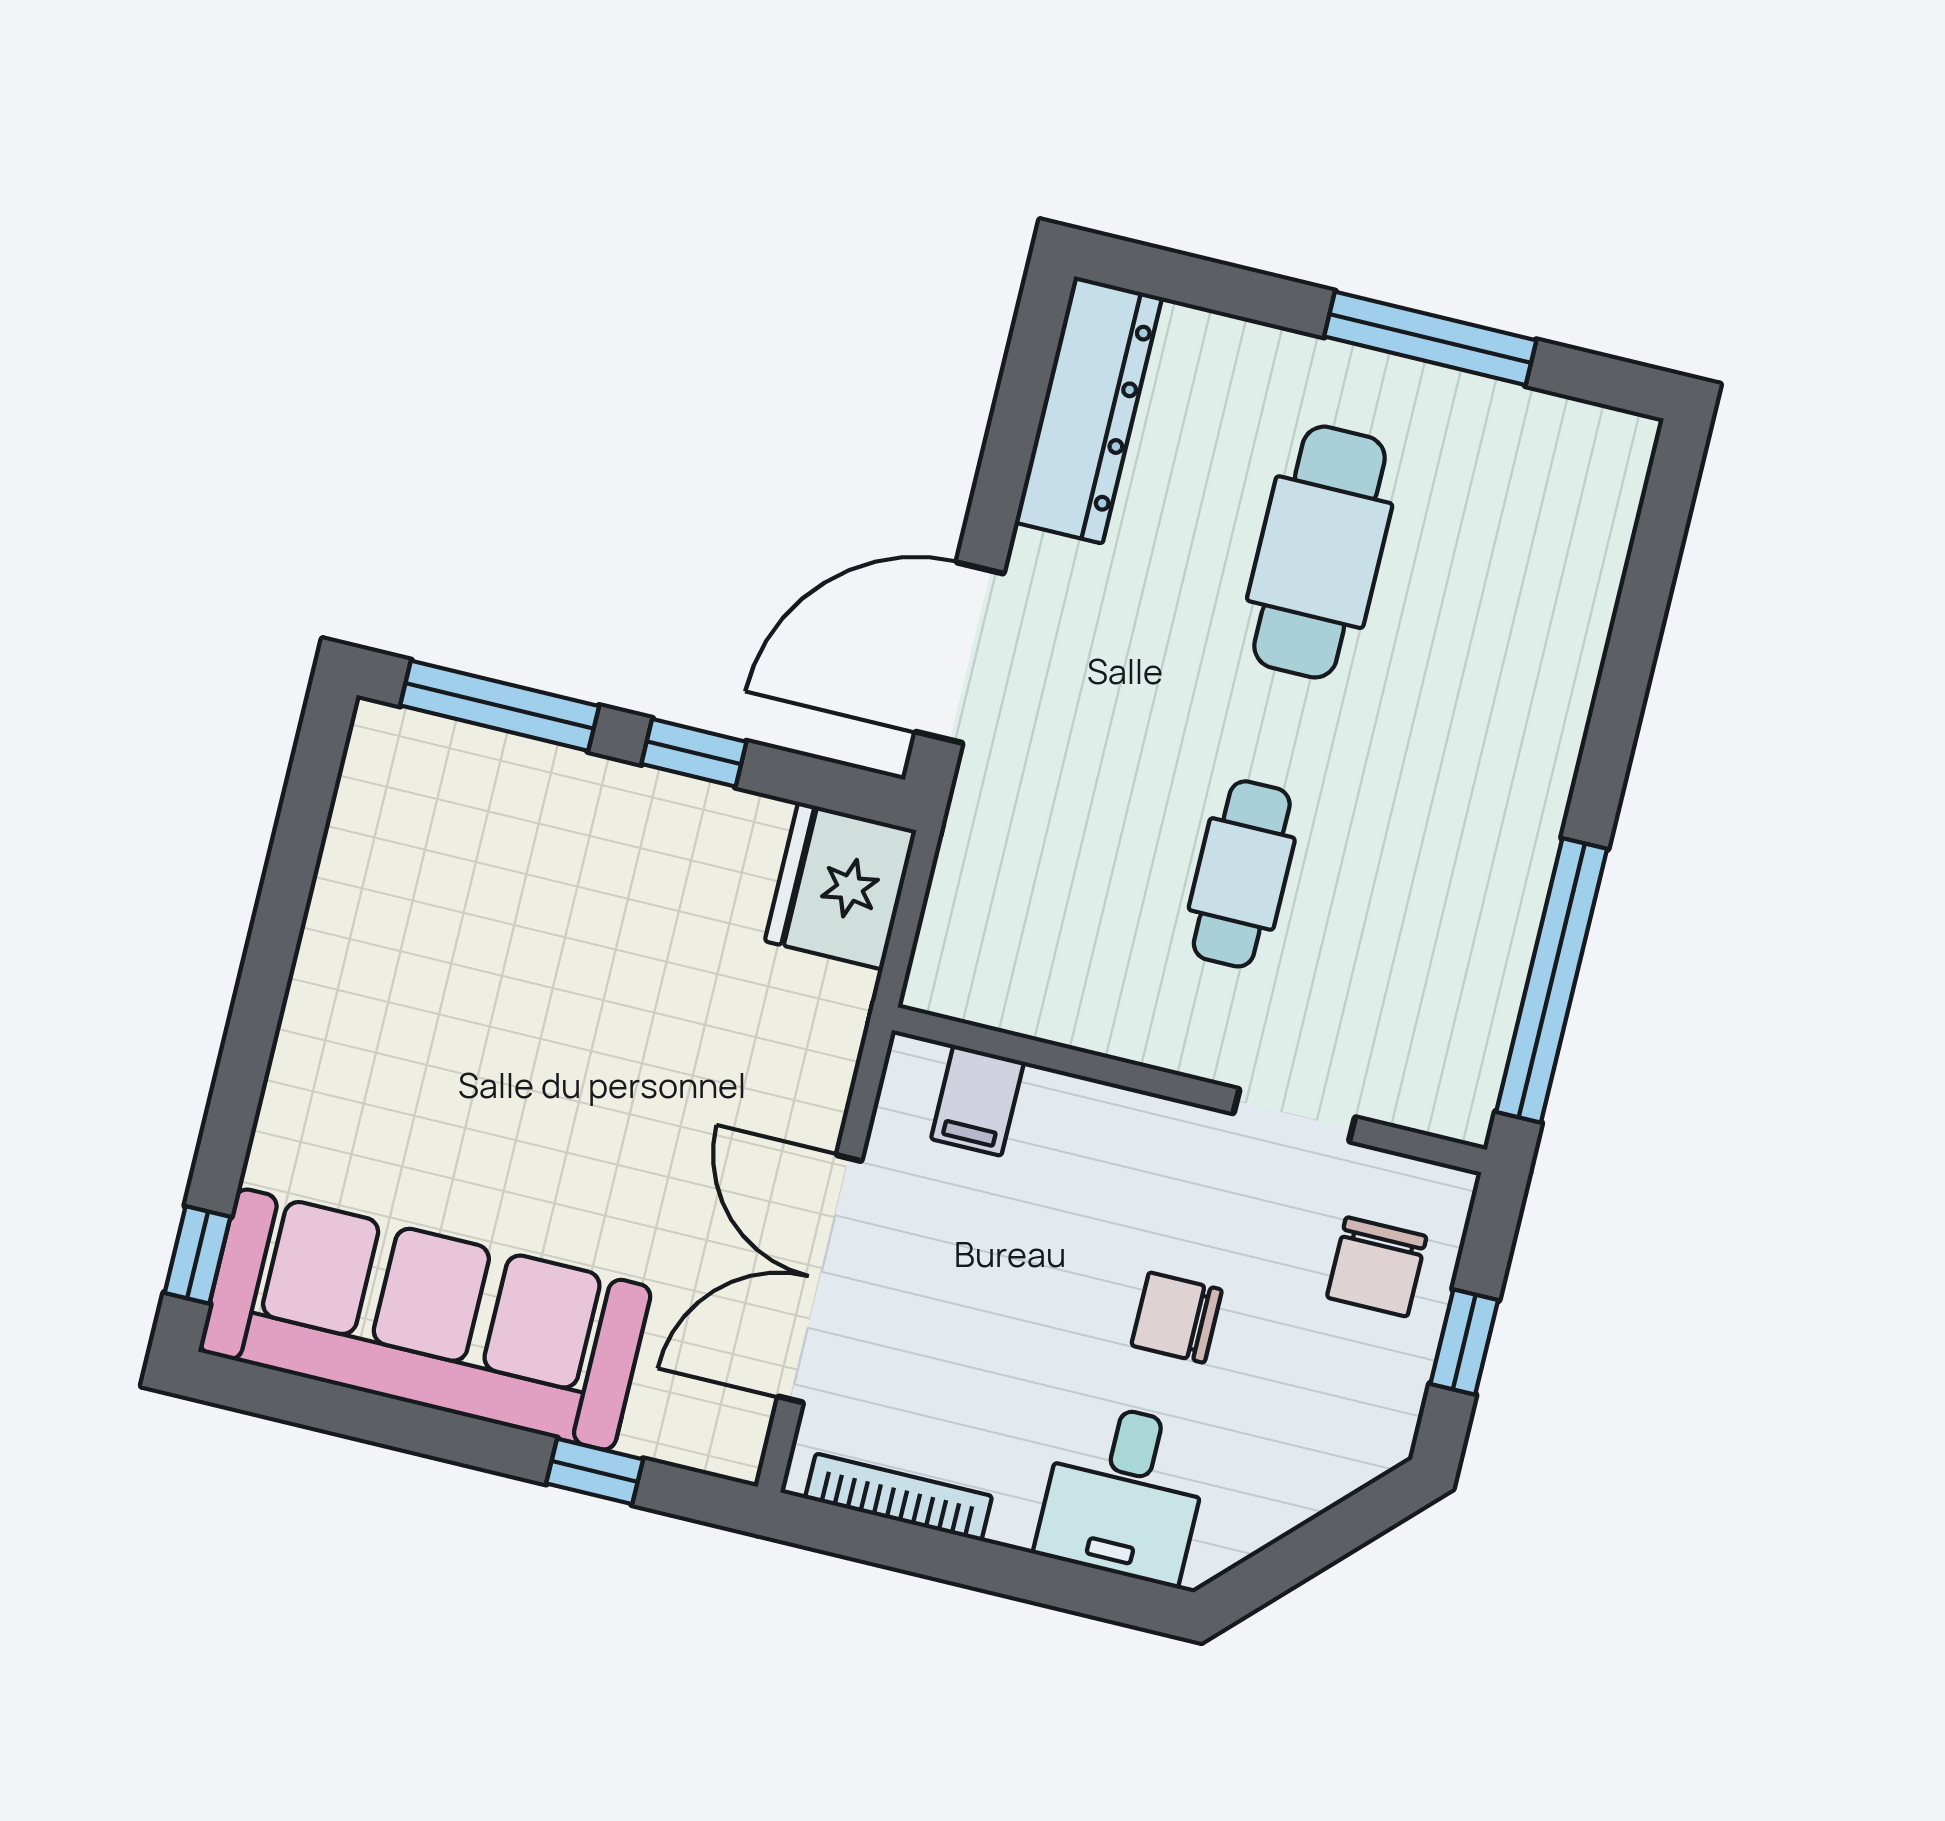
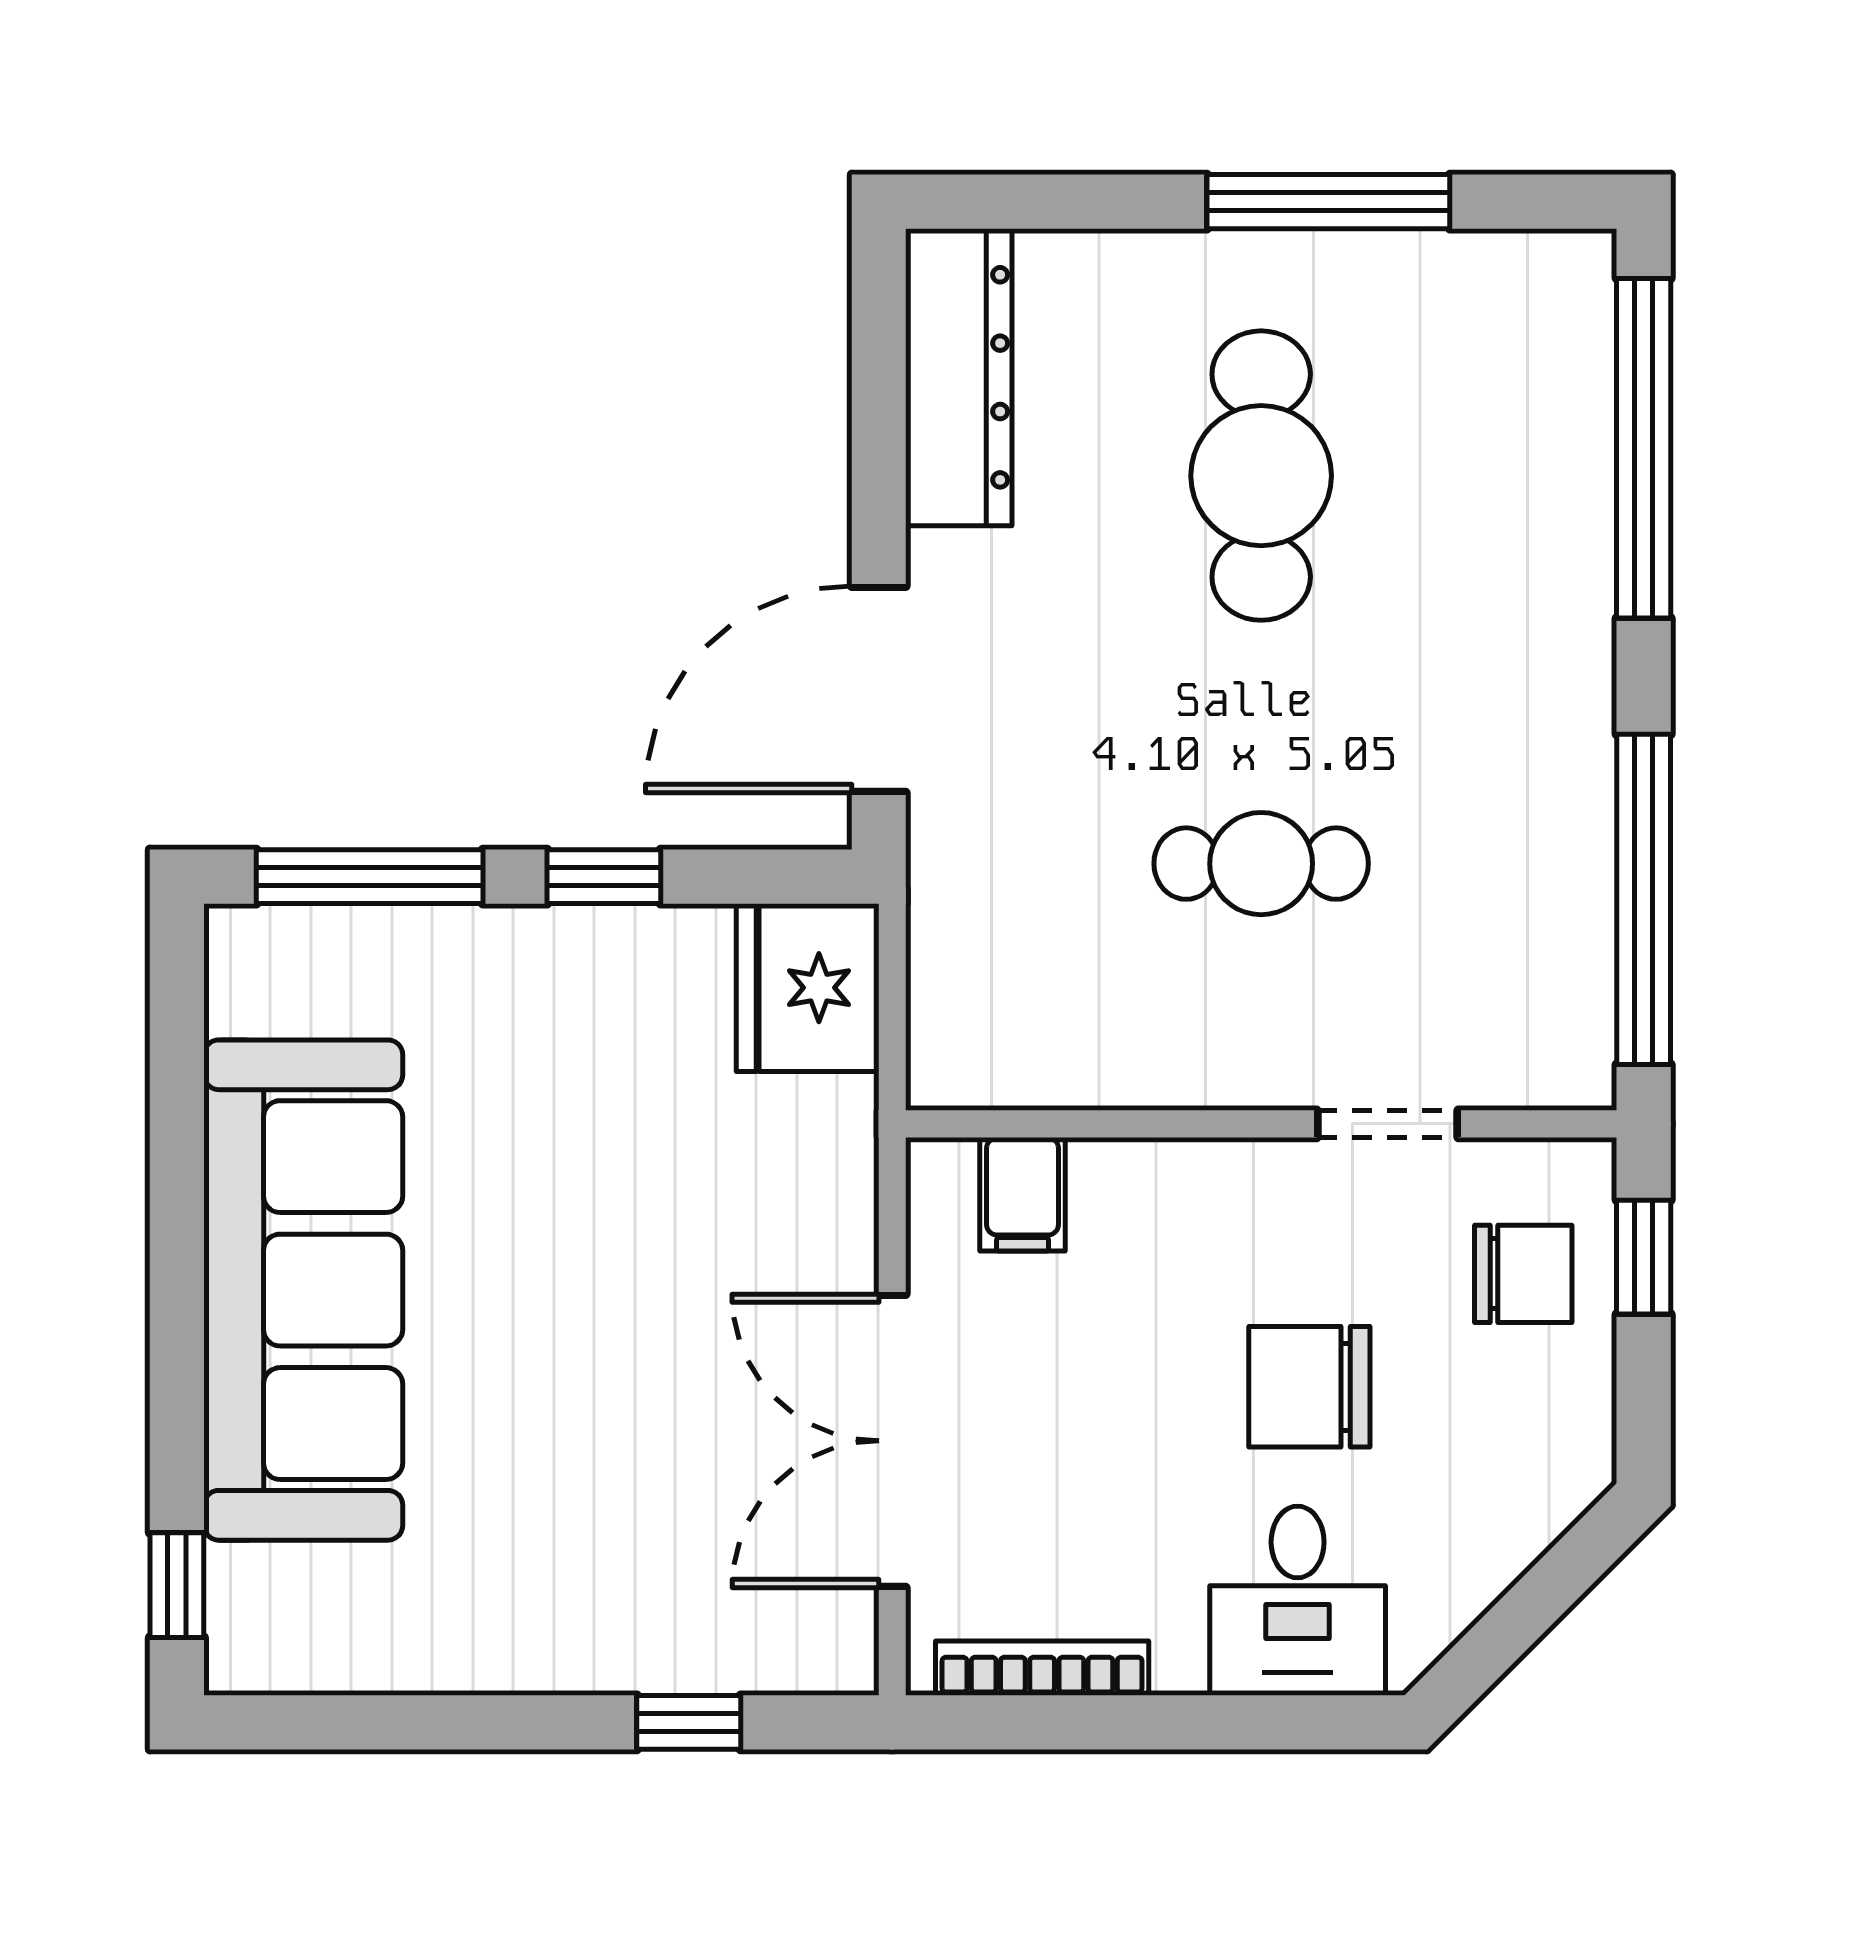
window: (1642, 606) -> (1644, 448), added
cafe table: (1242, 874) -> (1261, 864), turned 90
chair: (1377, 1267) -> (1523, 1274), turned -90
chair: (1177, 1318) -> (1309, 1387), width x1.37, depth x1.37
sofa: (425, 1319) -> (303, 1290), moved, turned 90
window: (1464, 1342) -> (1644, 1257), moved

